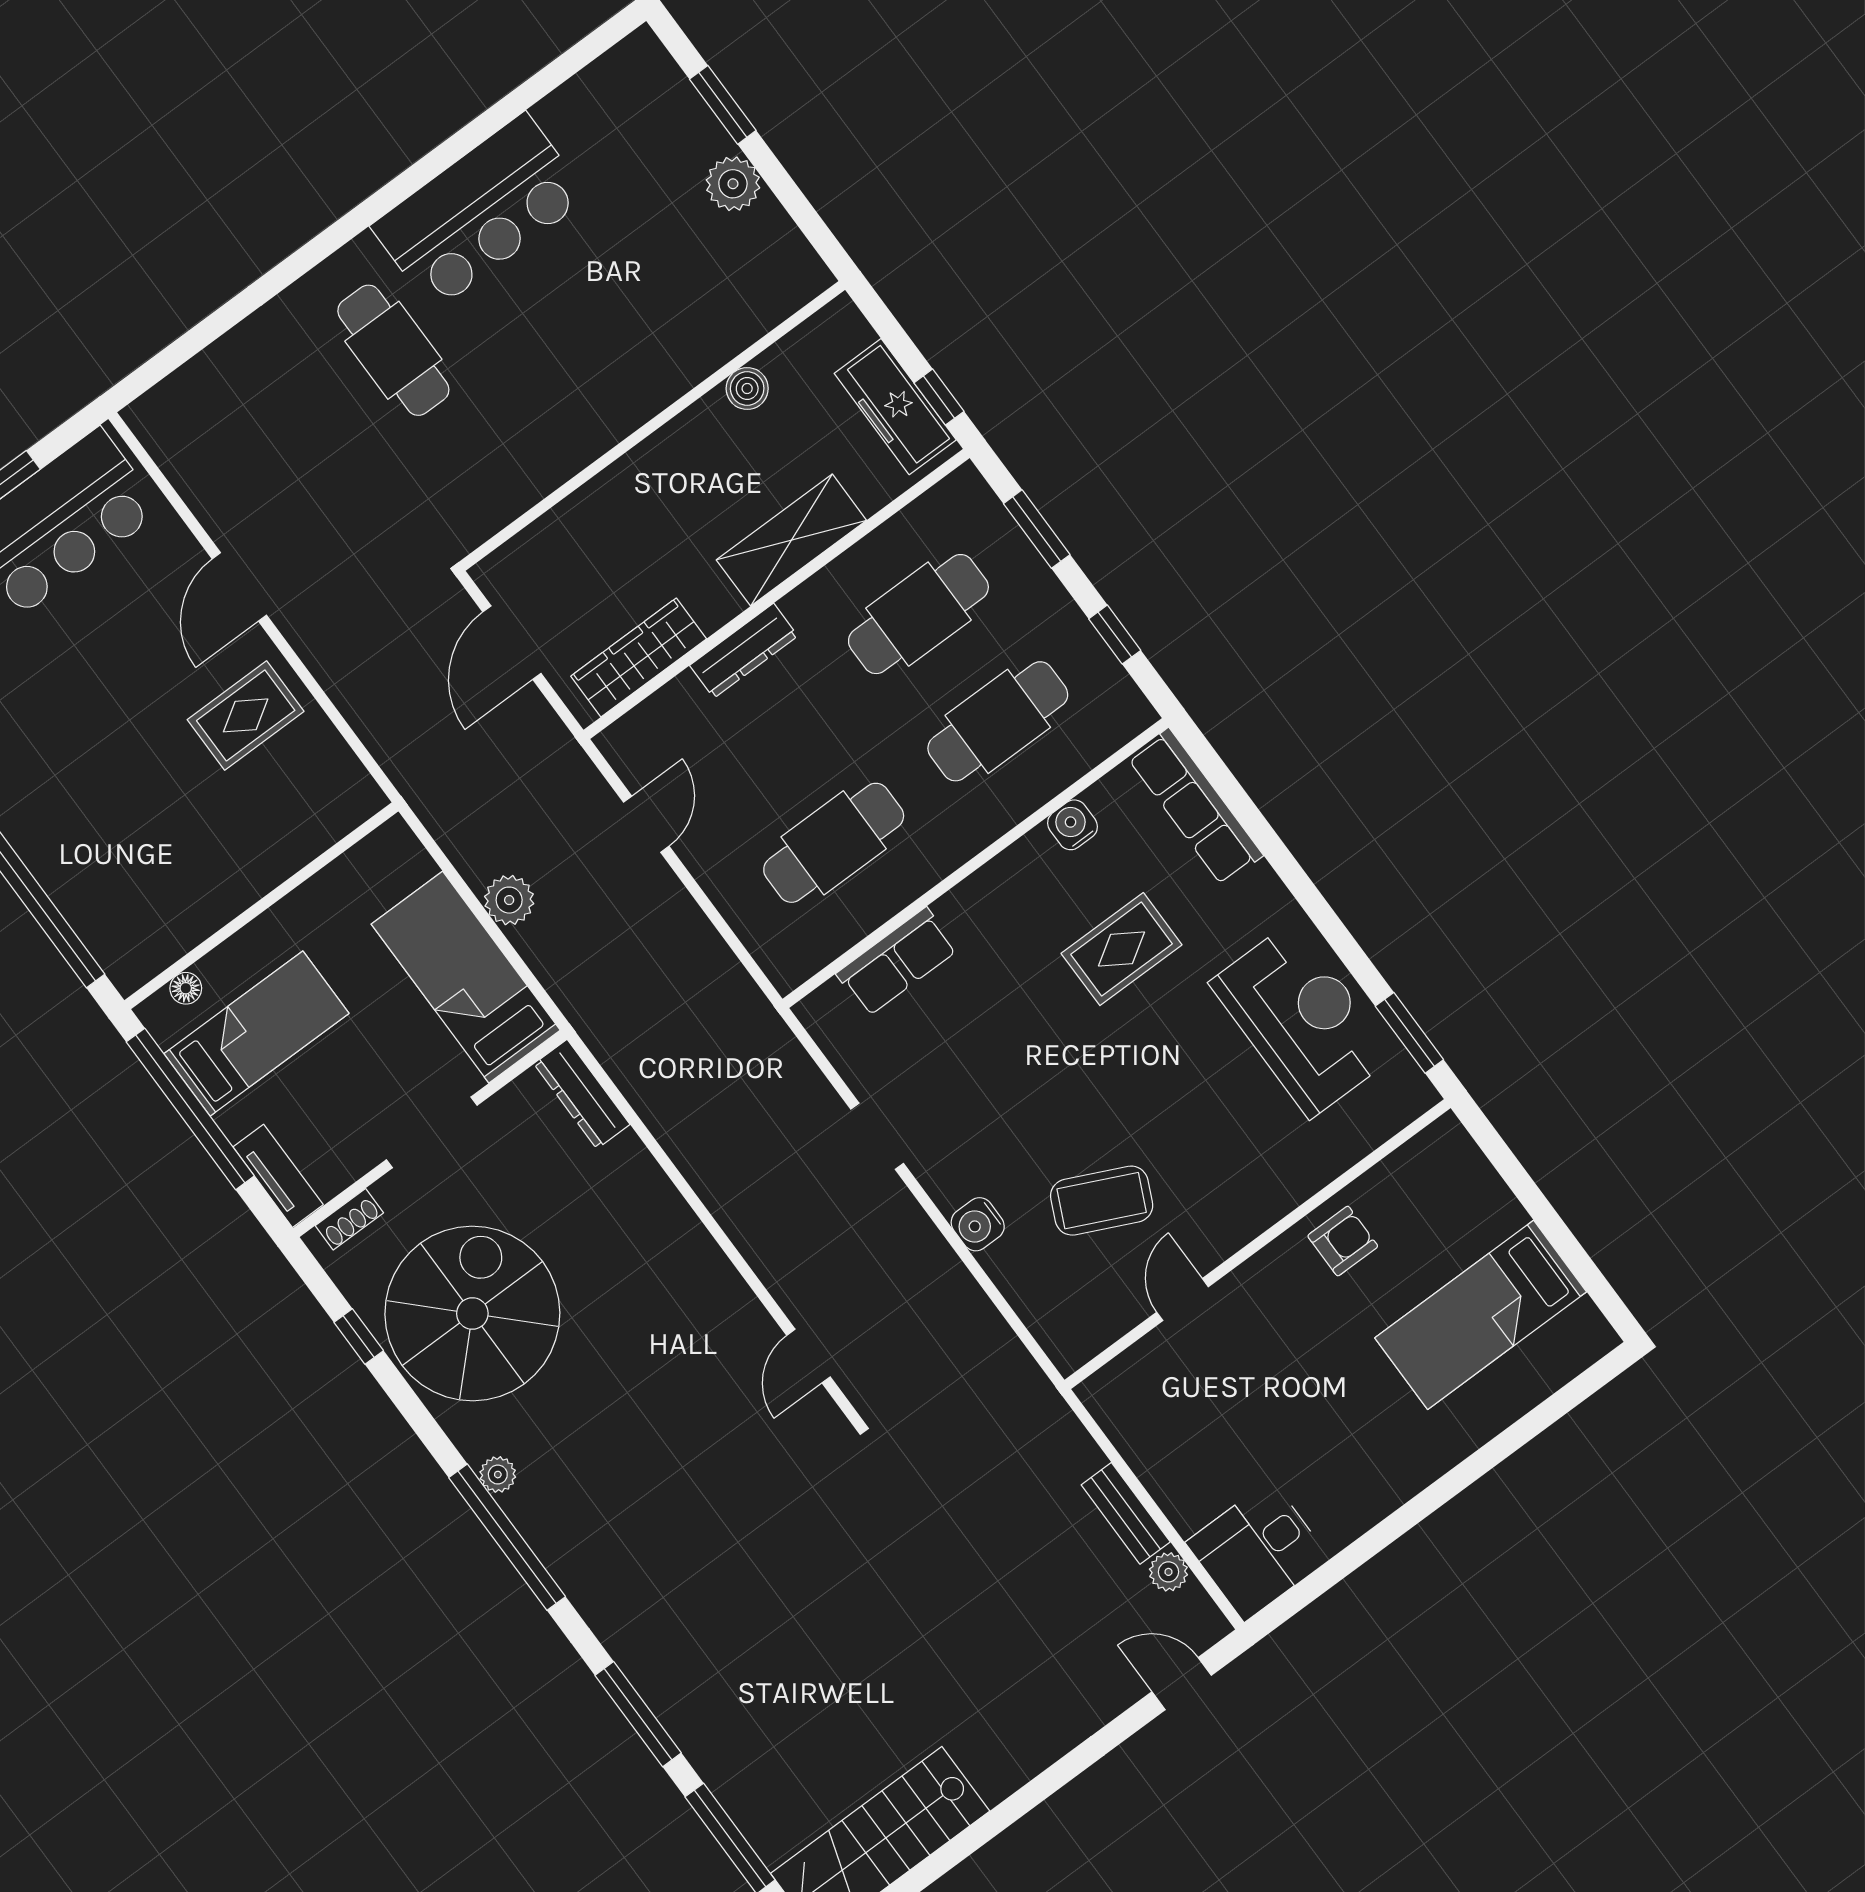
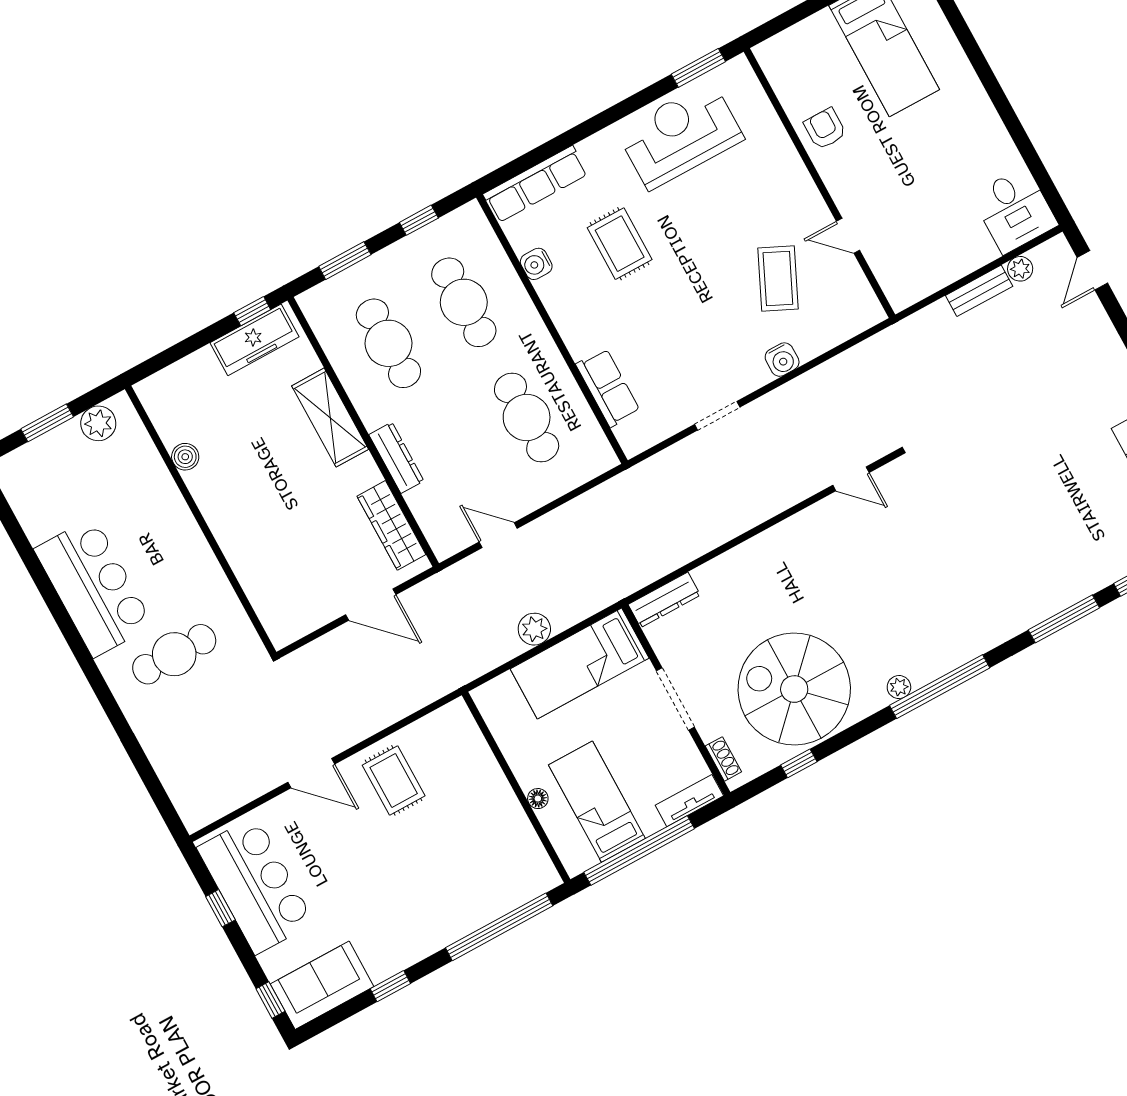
boiler: (747, 388) -> (185, 457), moved
wall: (652, 426) -> (201, 521), moved
floor lamp: (186, 988) -> (538, 799), moved

